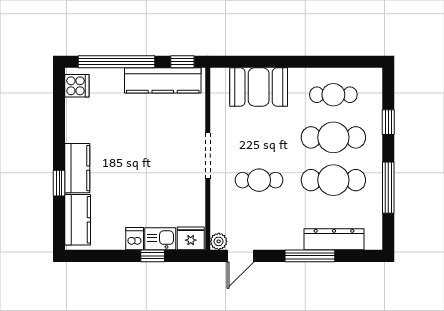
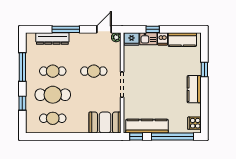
booth: (259, 87) -> (105, 123), moved
kitchen counter: (77, 168) -> (194, 89), moved
cafe table: (333, 180) -> (53, 71), width x0.73, depth x0.74
kitchen counter: (78, 220) -> (182, 40), moved, turned -90

